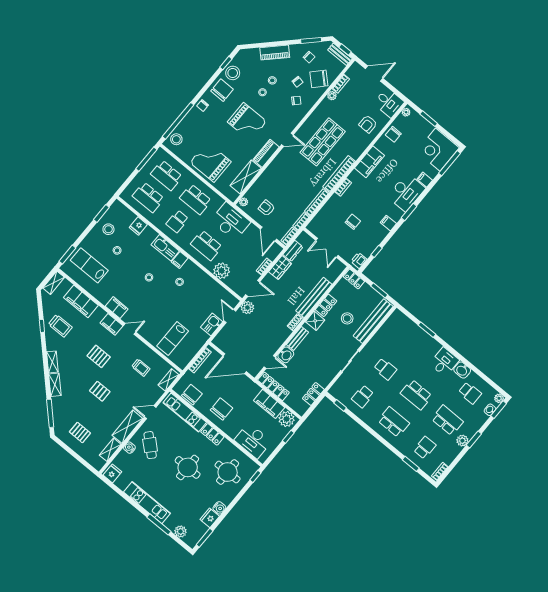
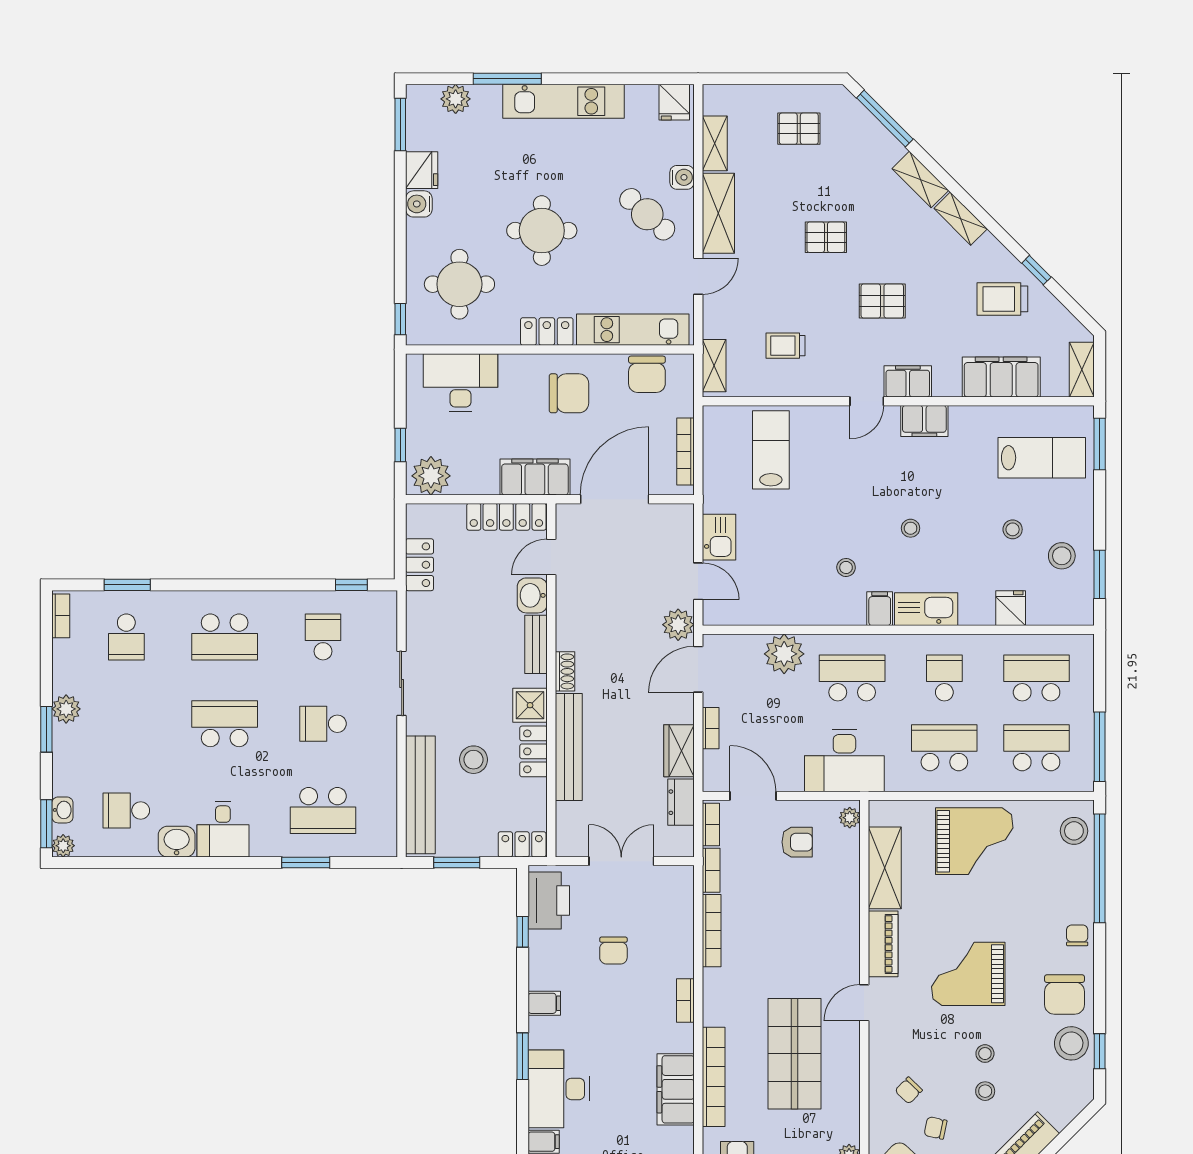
bookcase: (339, 174) -> (714, 1077), moved
printer: (359, 260) -> (549, 900), width x1.87, depth x1.48
filing cabinet: (269, 404) -> (535, 477), moved
chair: (221, 409) -> (569, 393), turned -90
school desk: (447, 420) -> (323, 810), moved

